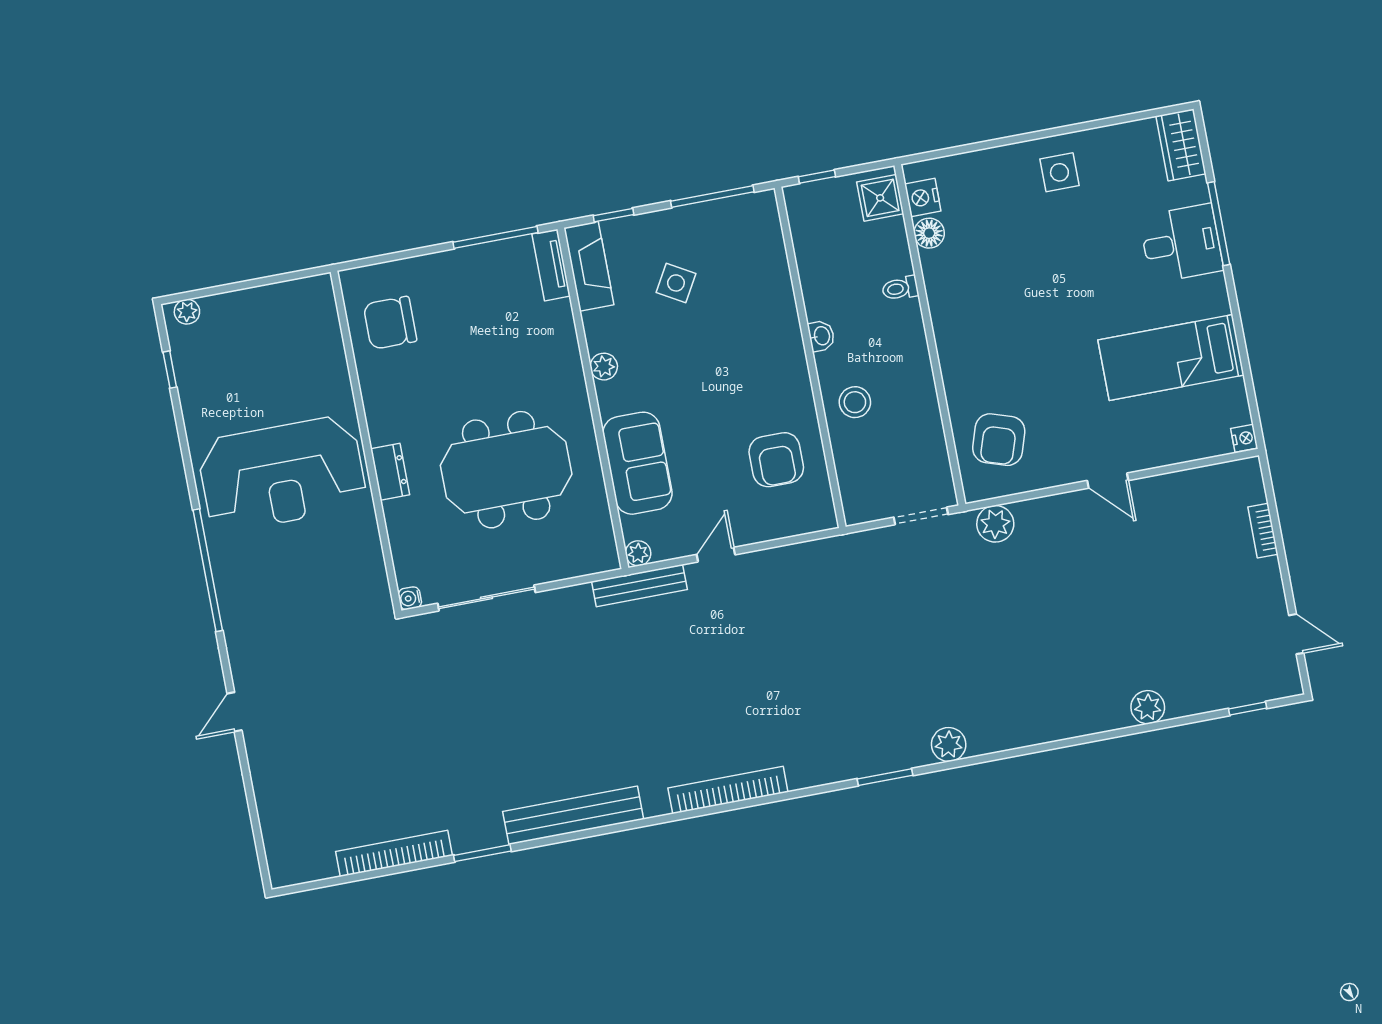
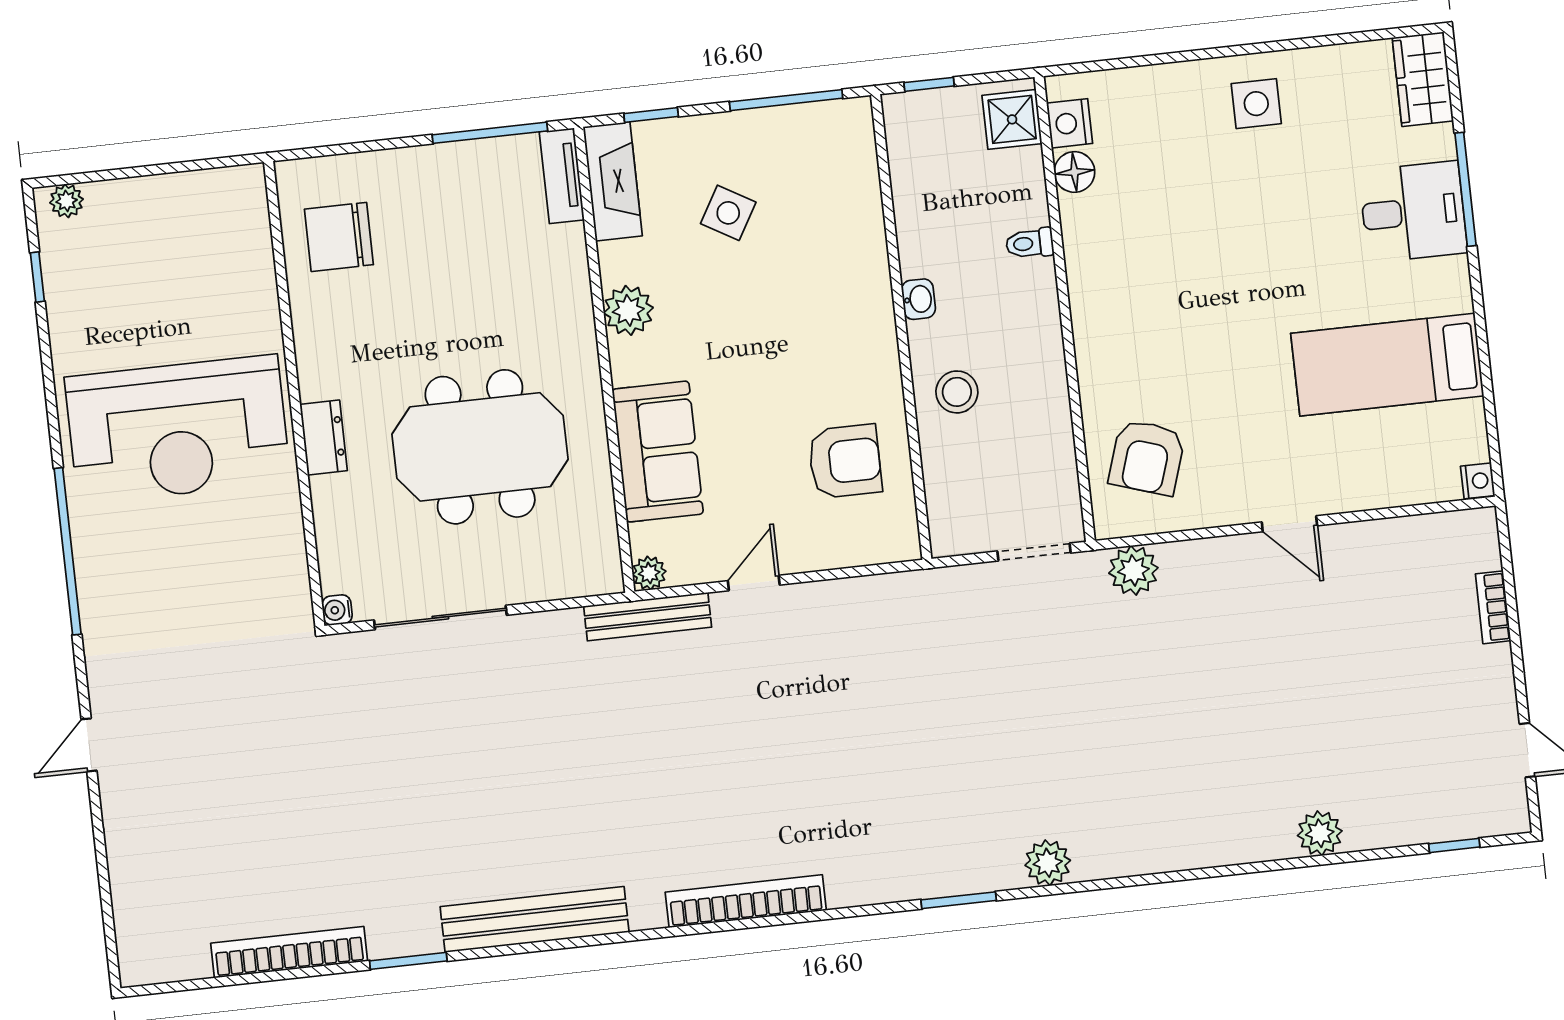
plant: (604, 367) -> (628, 310), width x1.38, depth x1.38
armchair: (776, 460) -> (845, 461), turned -90

